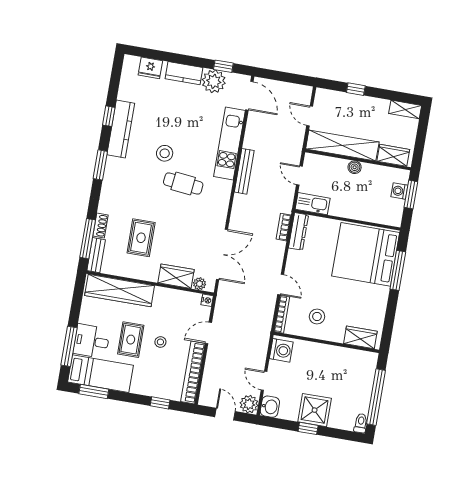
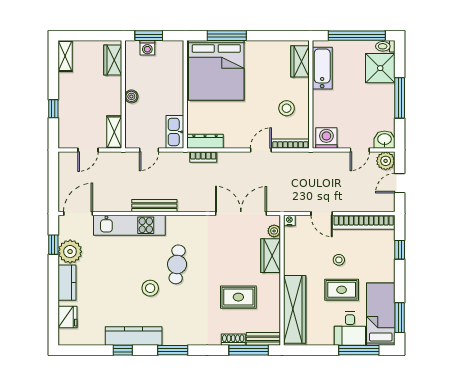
shelving: (342, 145) -> (114, 132), width x0.45, depth x0.75
bathtub: (350, 358) -> (322, 68), added
shower: (315, 410) -> (380, 68), moved
window: (308, 428) -> (400, 98), width x2.17

